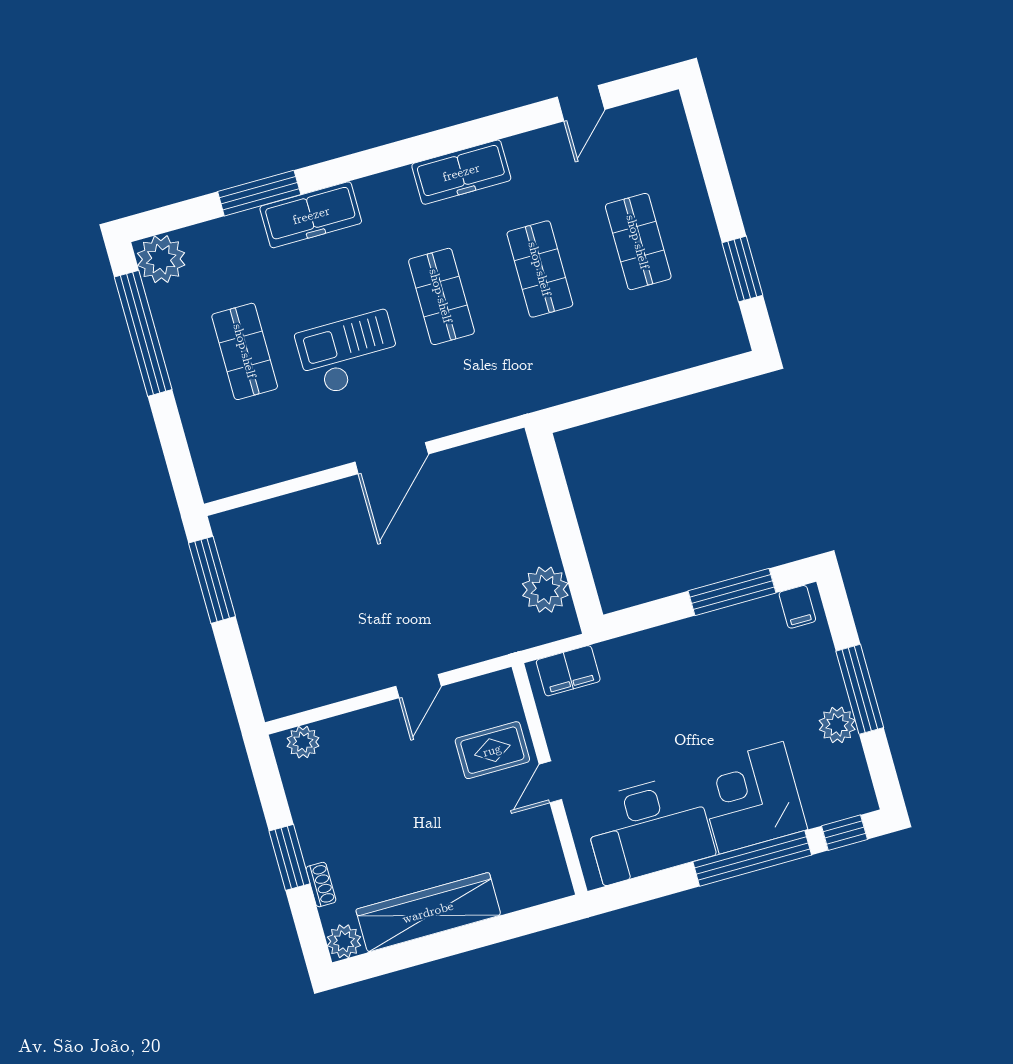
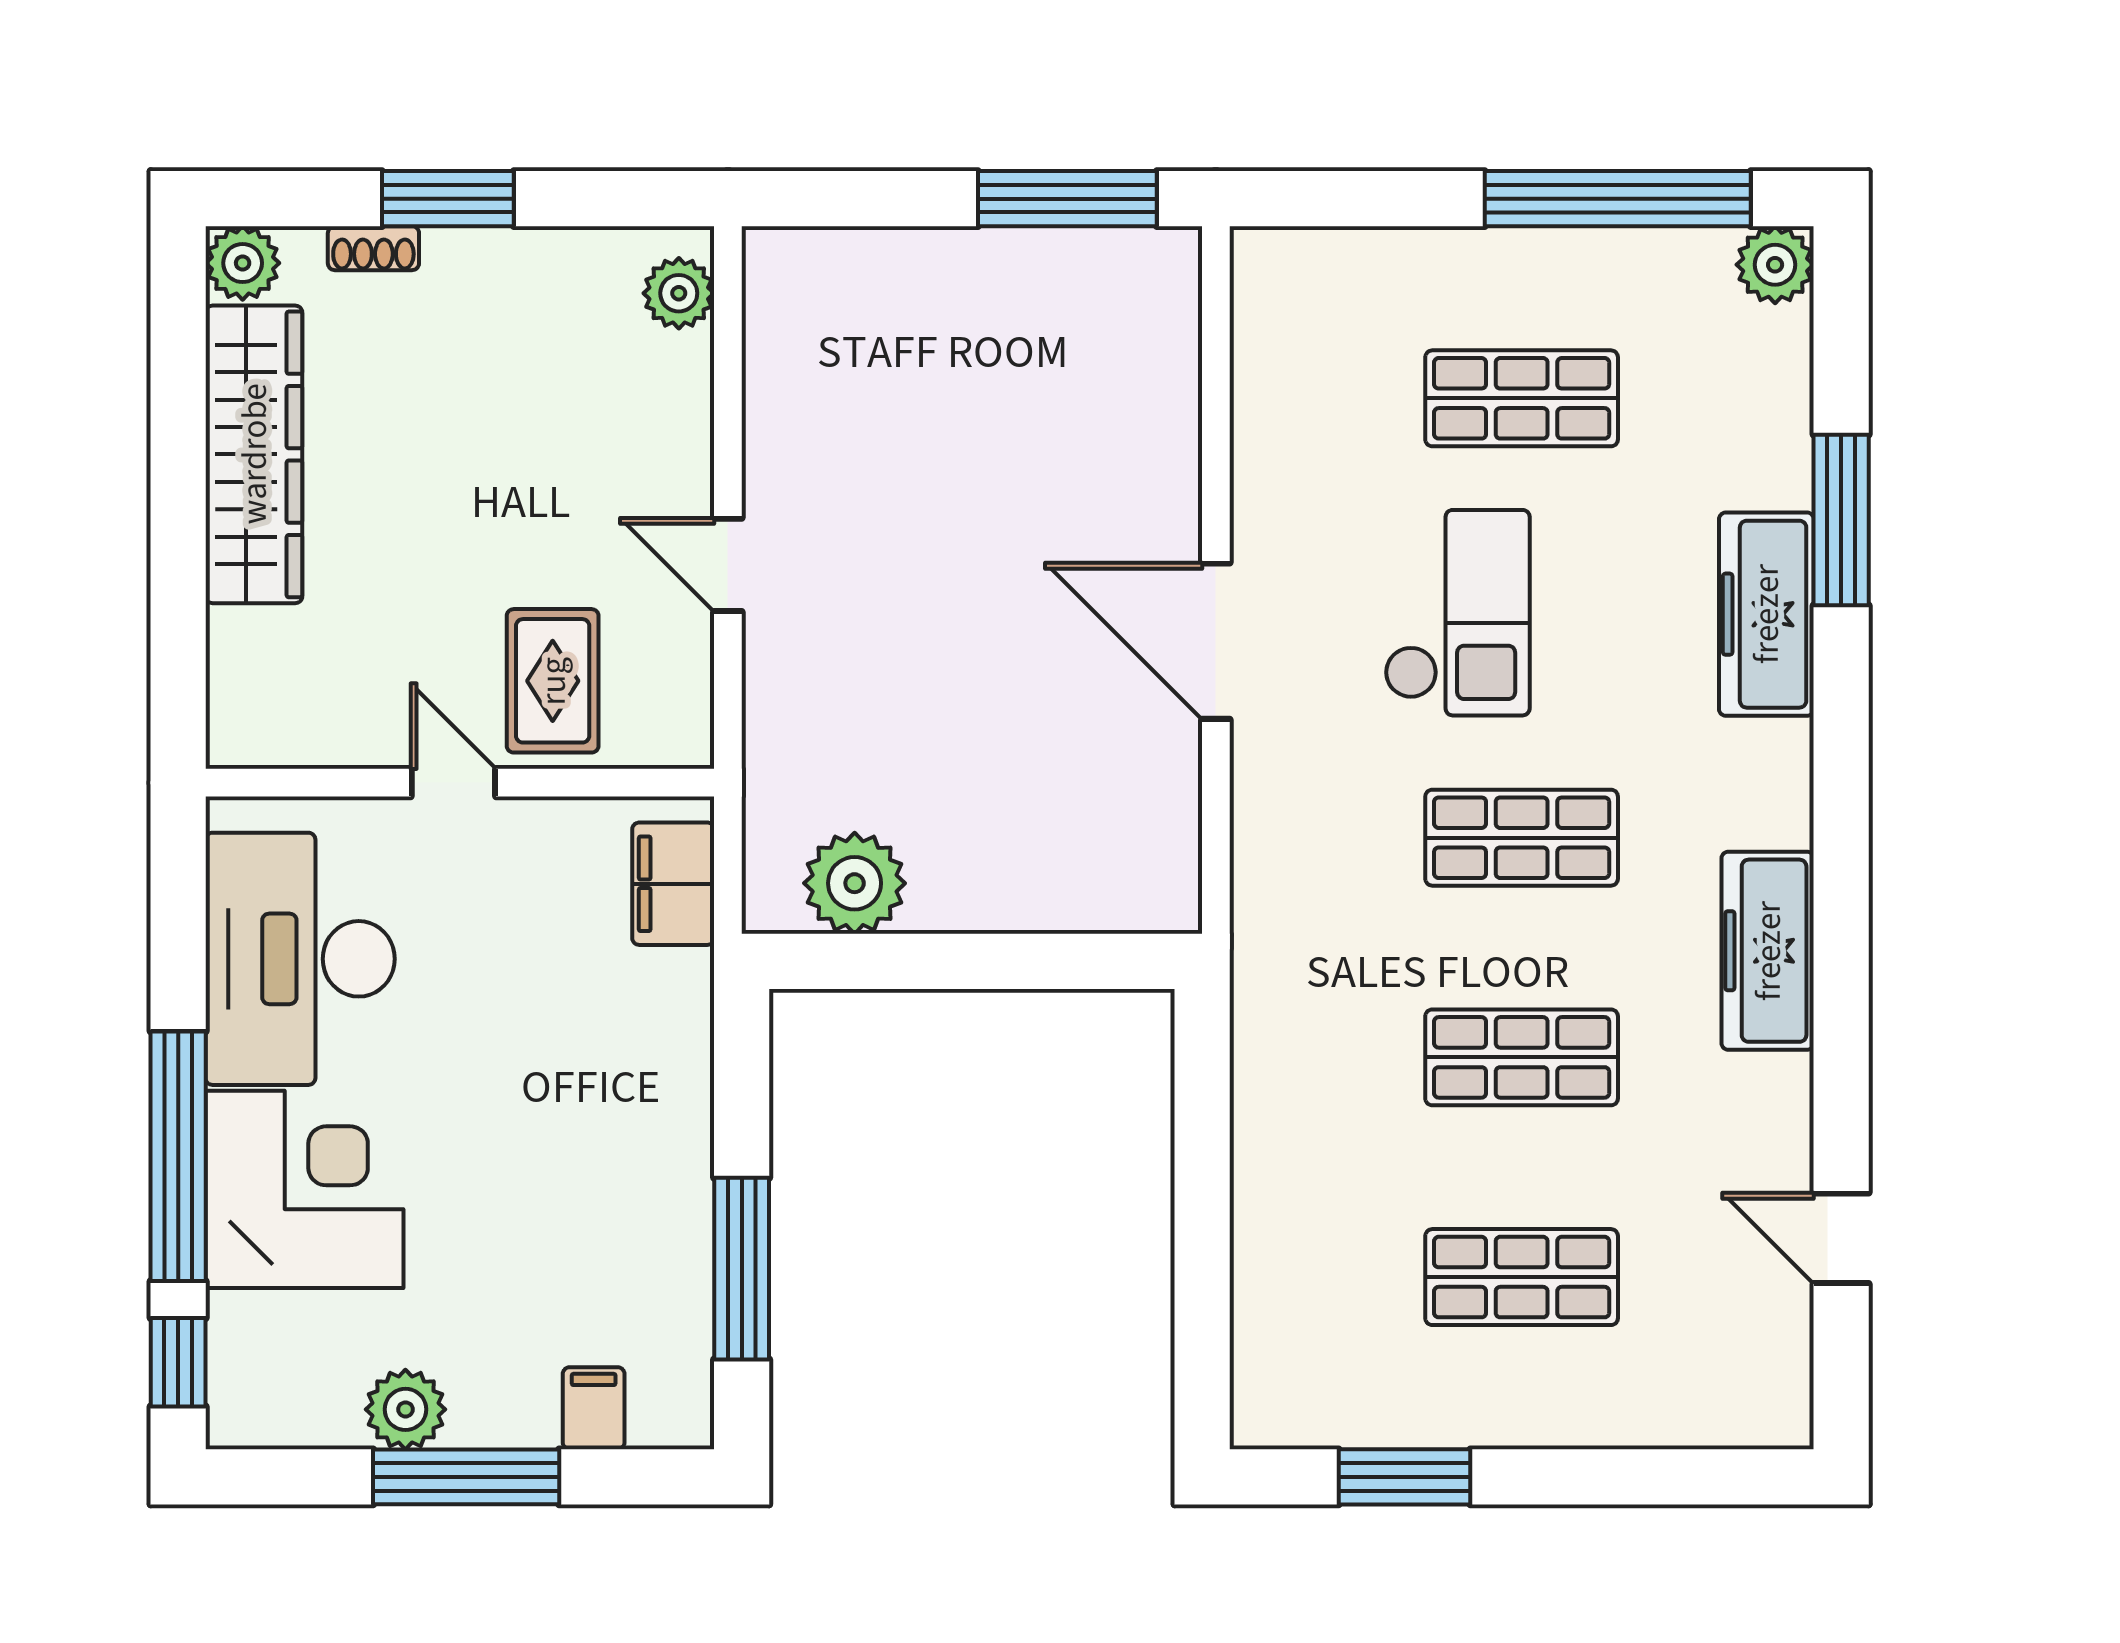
plant: (161, 259) -> (1775, 265), width x0.73, depth x0.73
filing cabinet: (797, 607) -> (594, 1408), moved, turned 90

